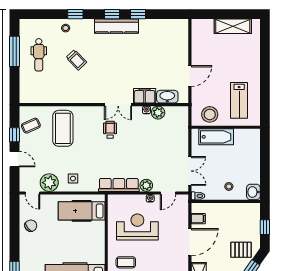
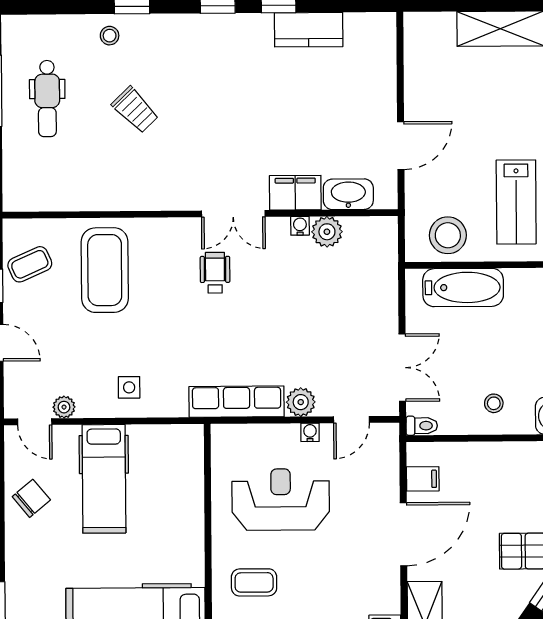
kitchen counter: (116, 26) -> (309, 30), moved, width x0.67
plant: (49, 183) -> (64, 407), width x0.53, depth x0.53
hospital bed: (82, 211) -> (104, 479), moved, turned -90

